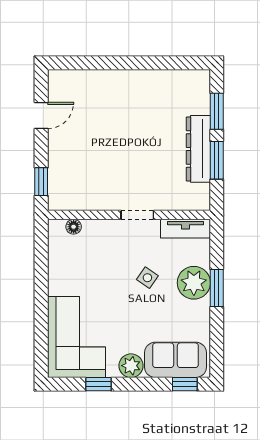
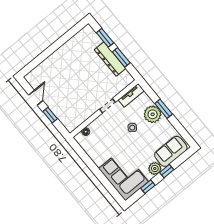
window: (41, 182) -> (50, 115), moved
window: (185, 384) -> (167, 171), moved

